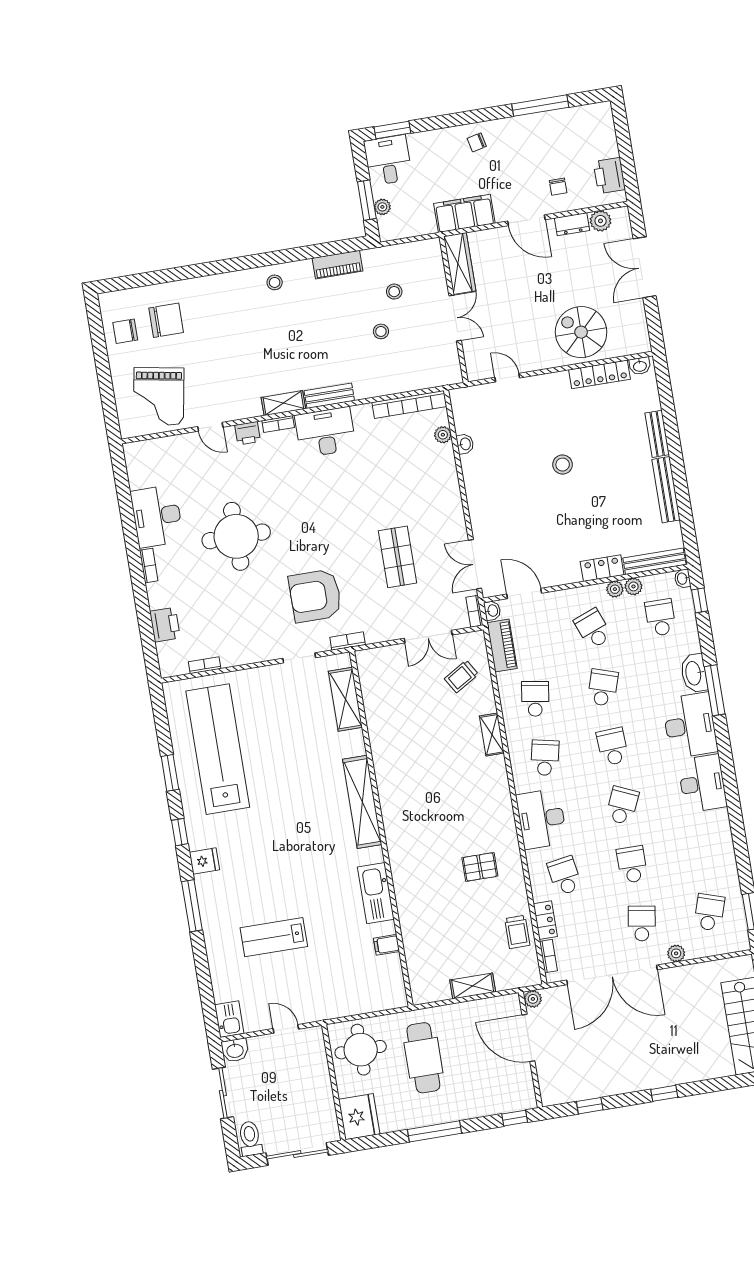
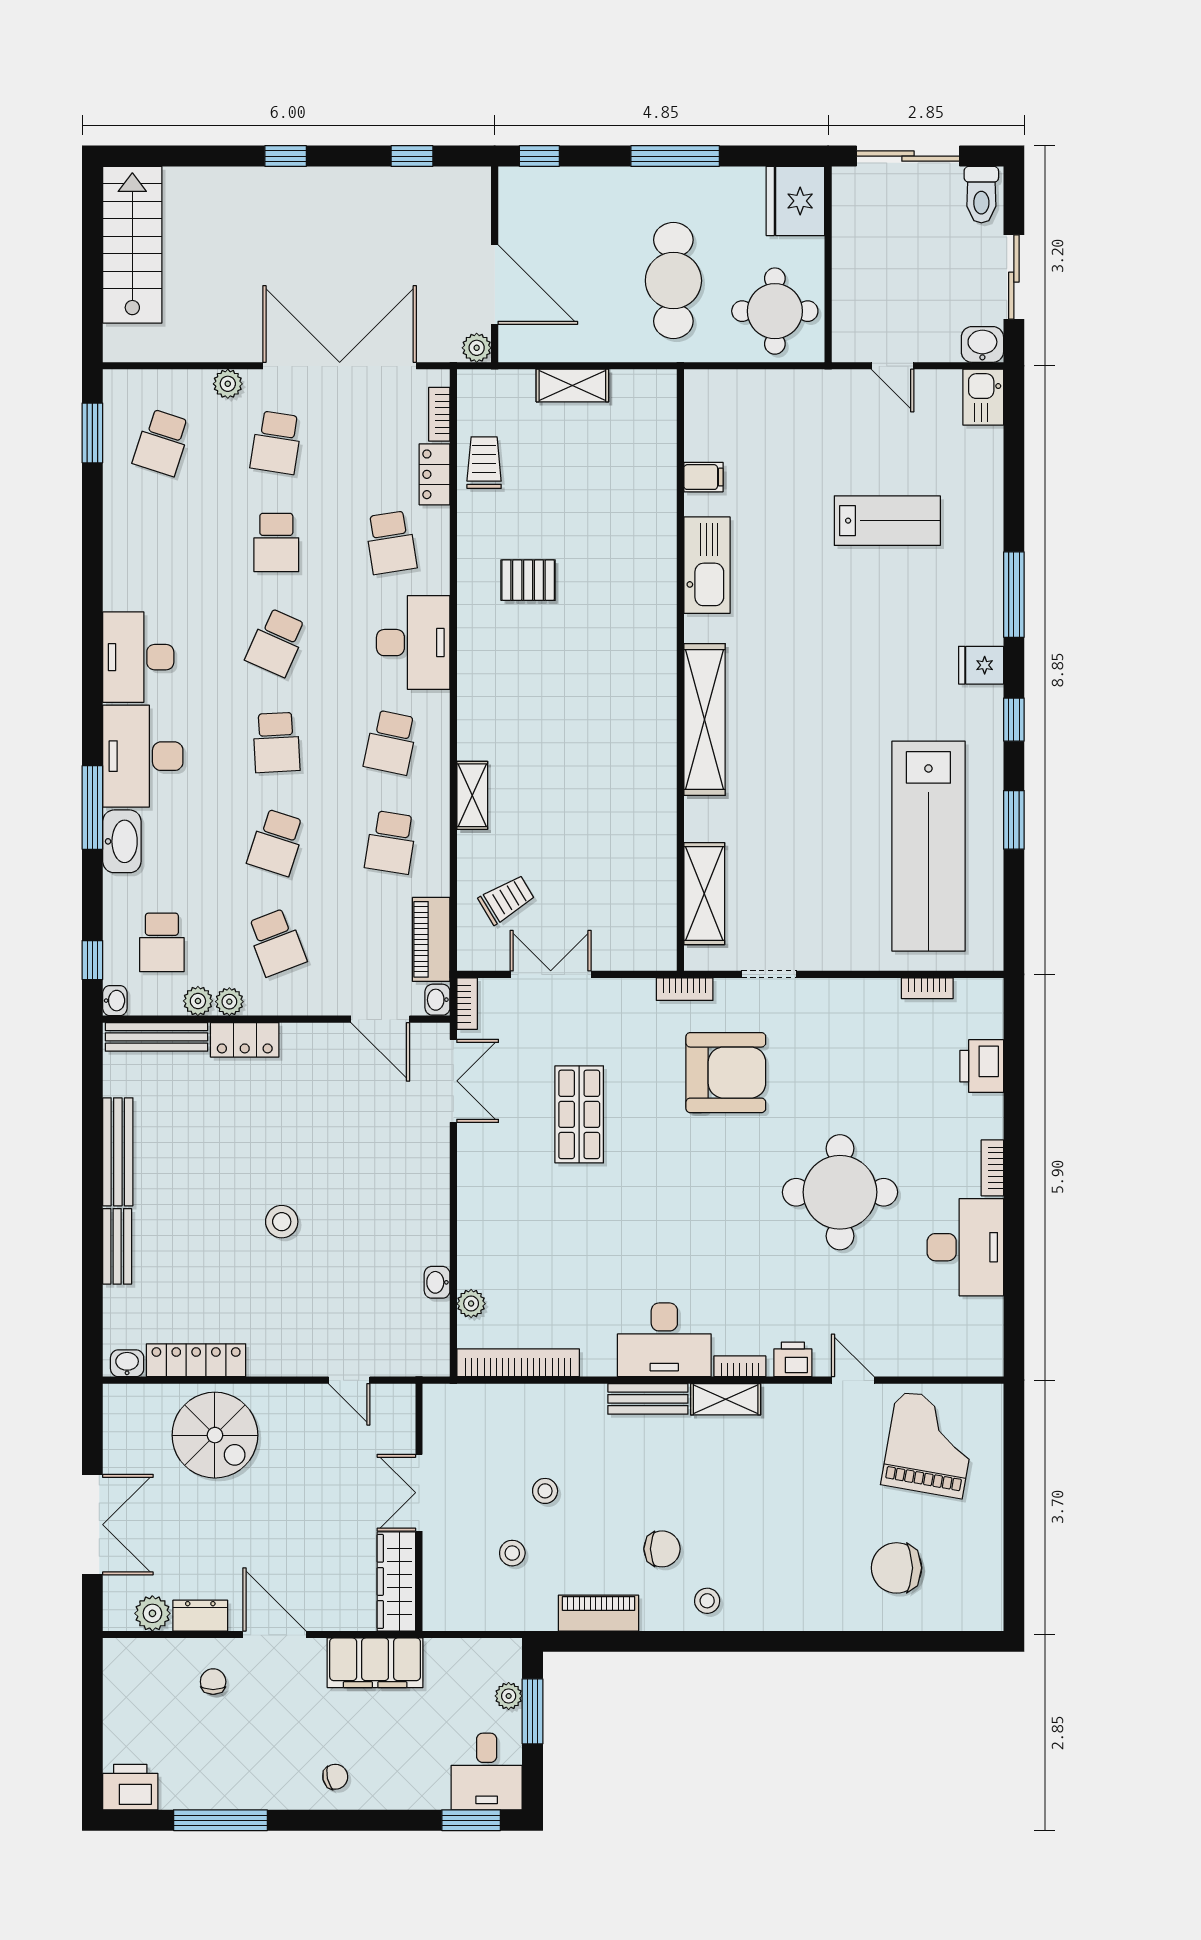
printer: (609, 176) -> (130, 1787), moved, turned -90
chair: (125, 331) -> (662, 1549), moved

